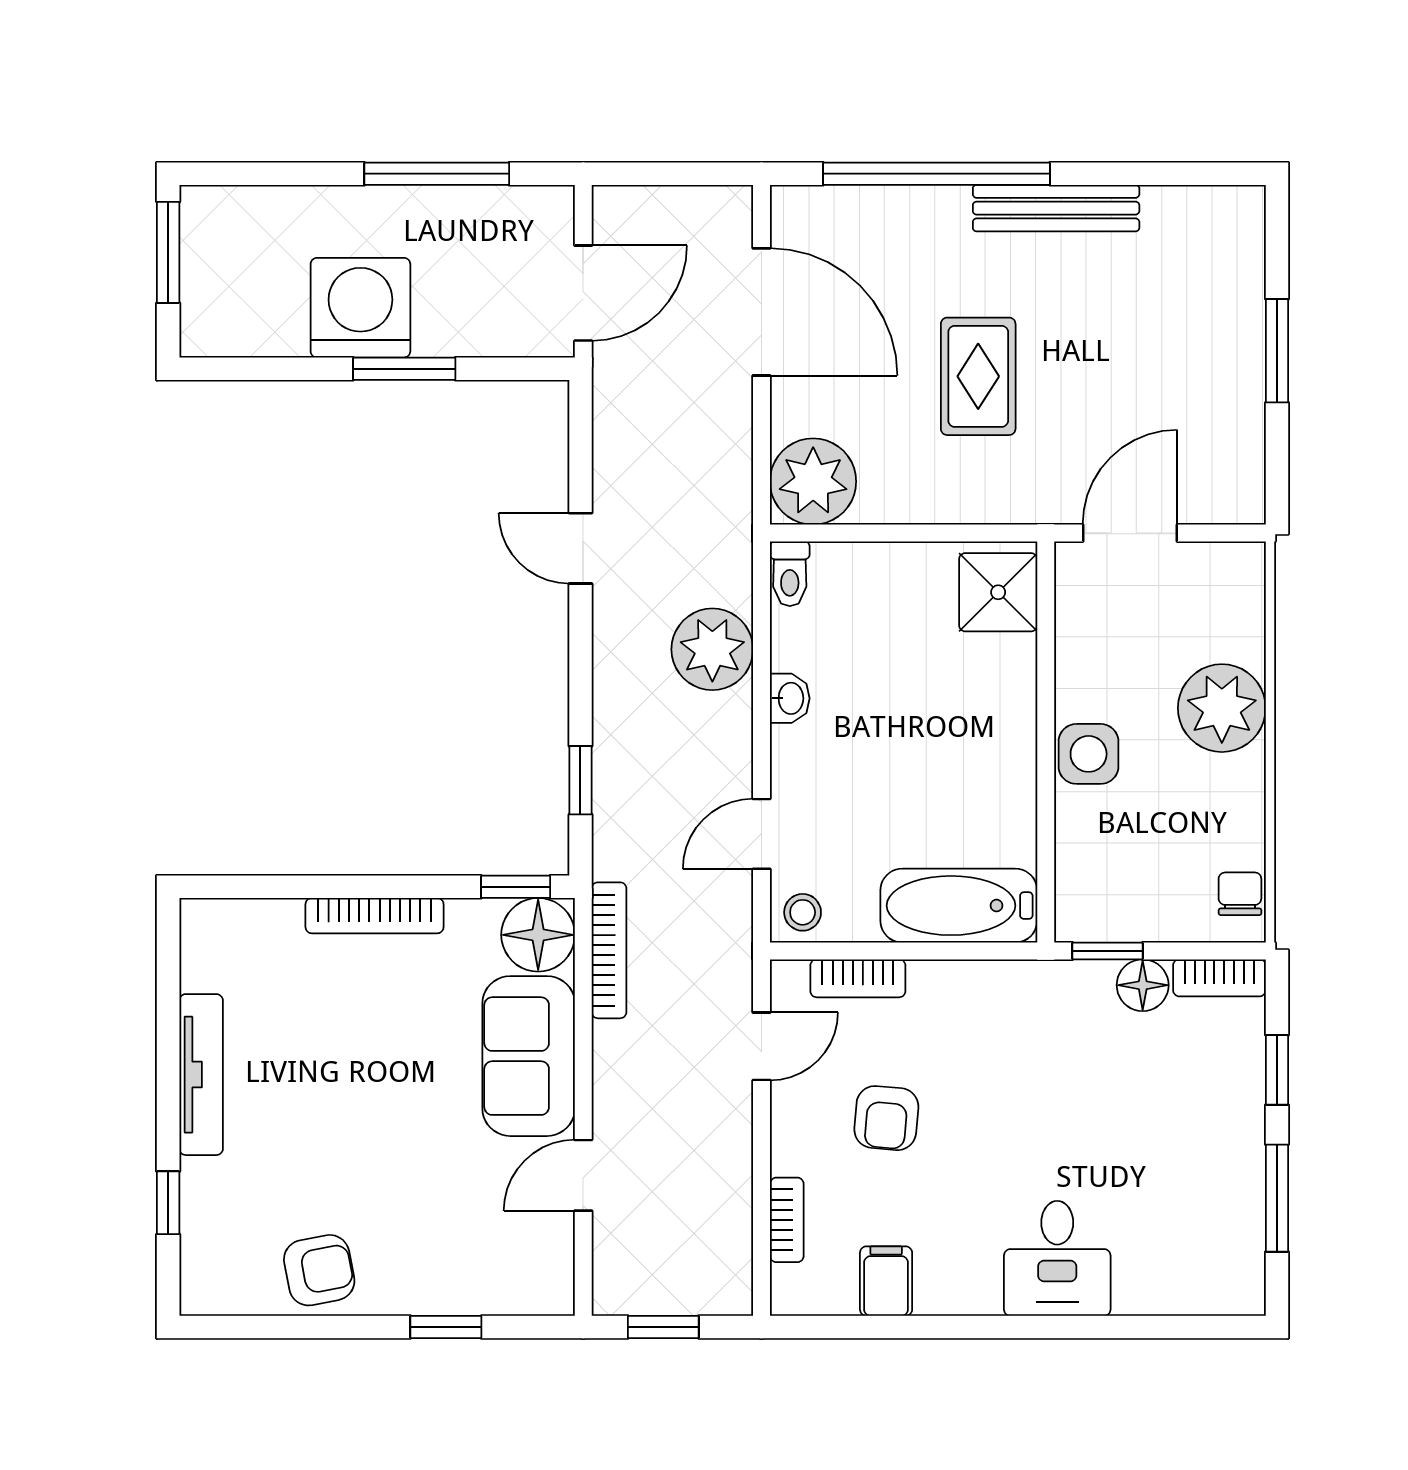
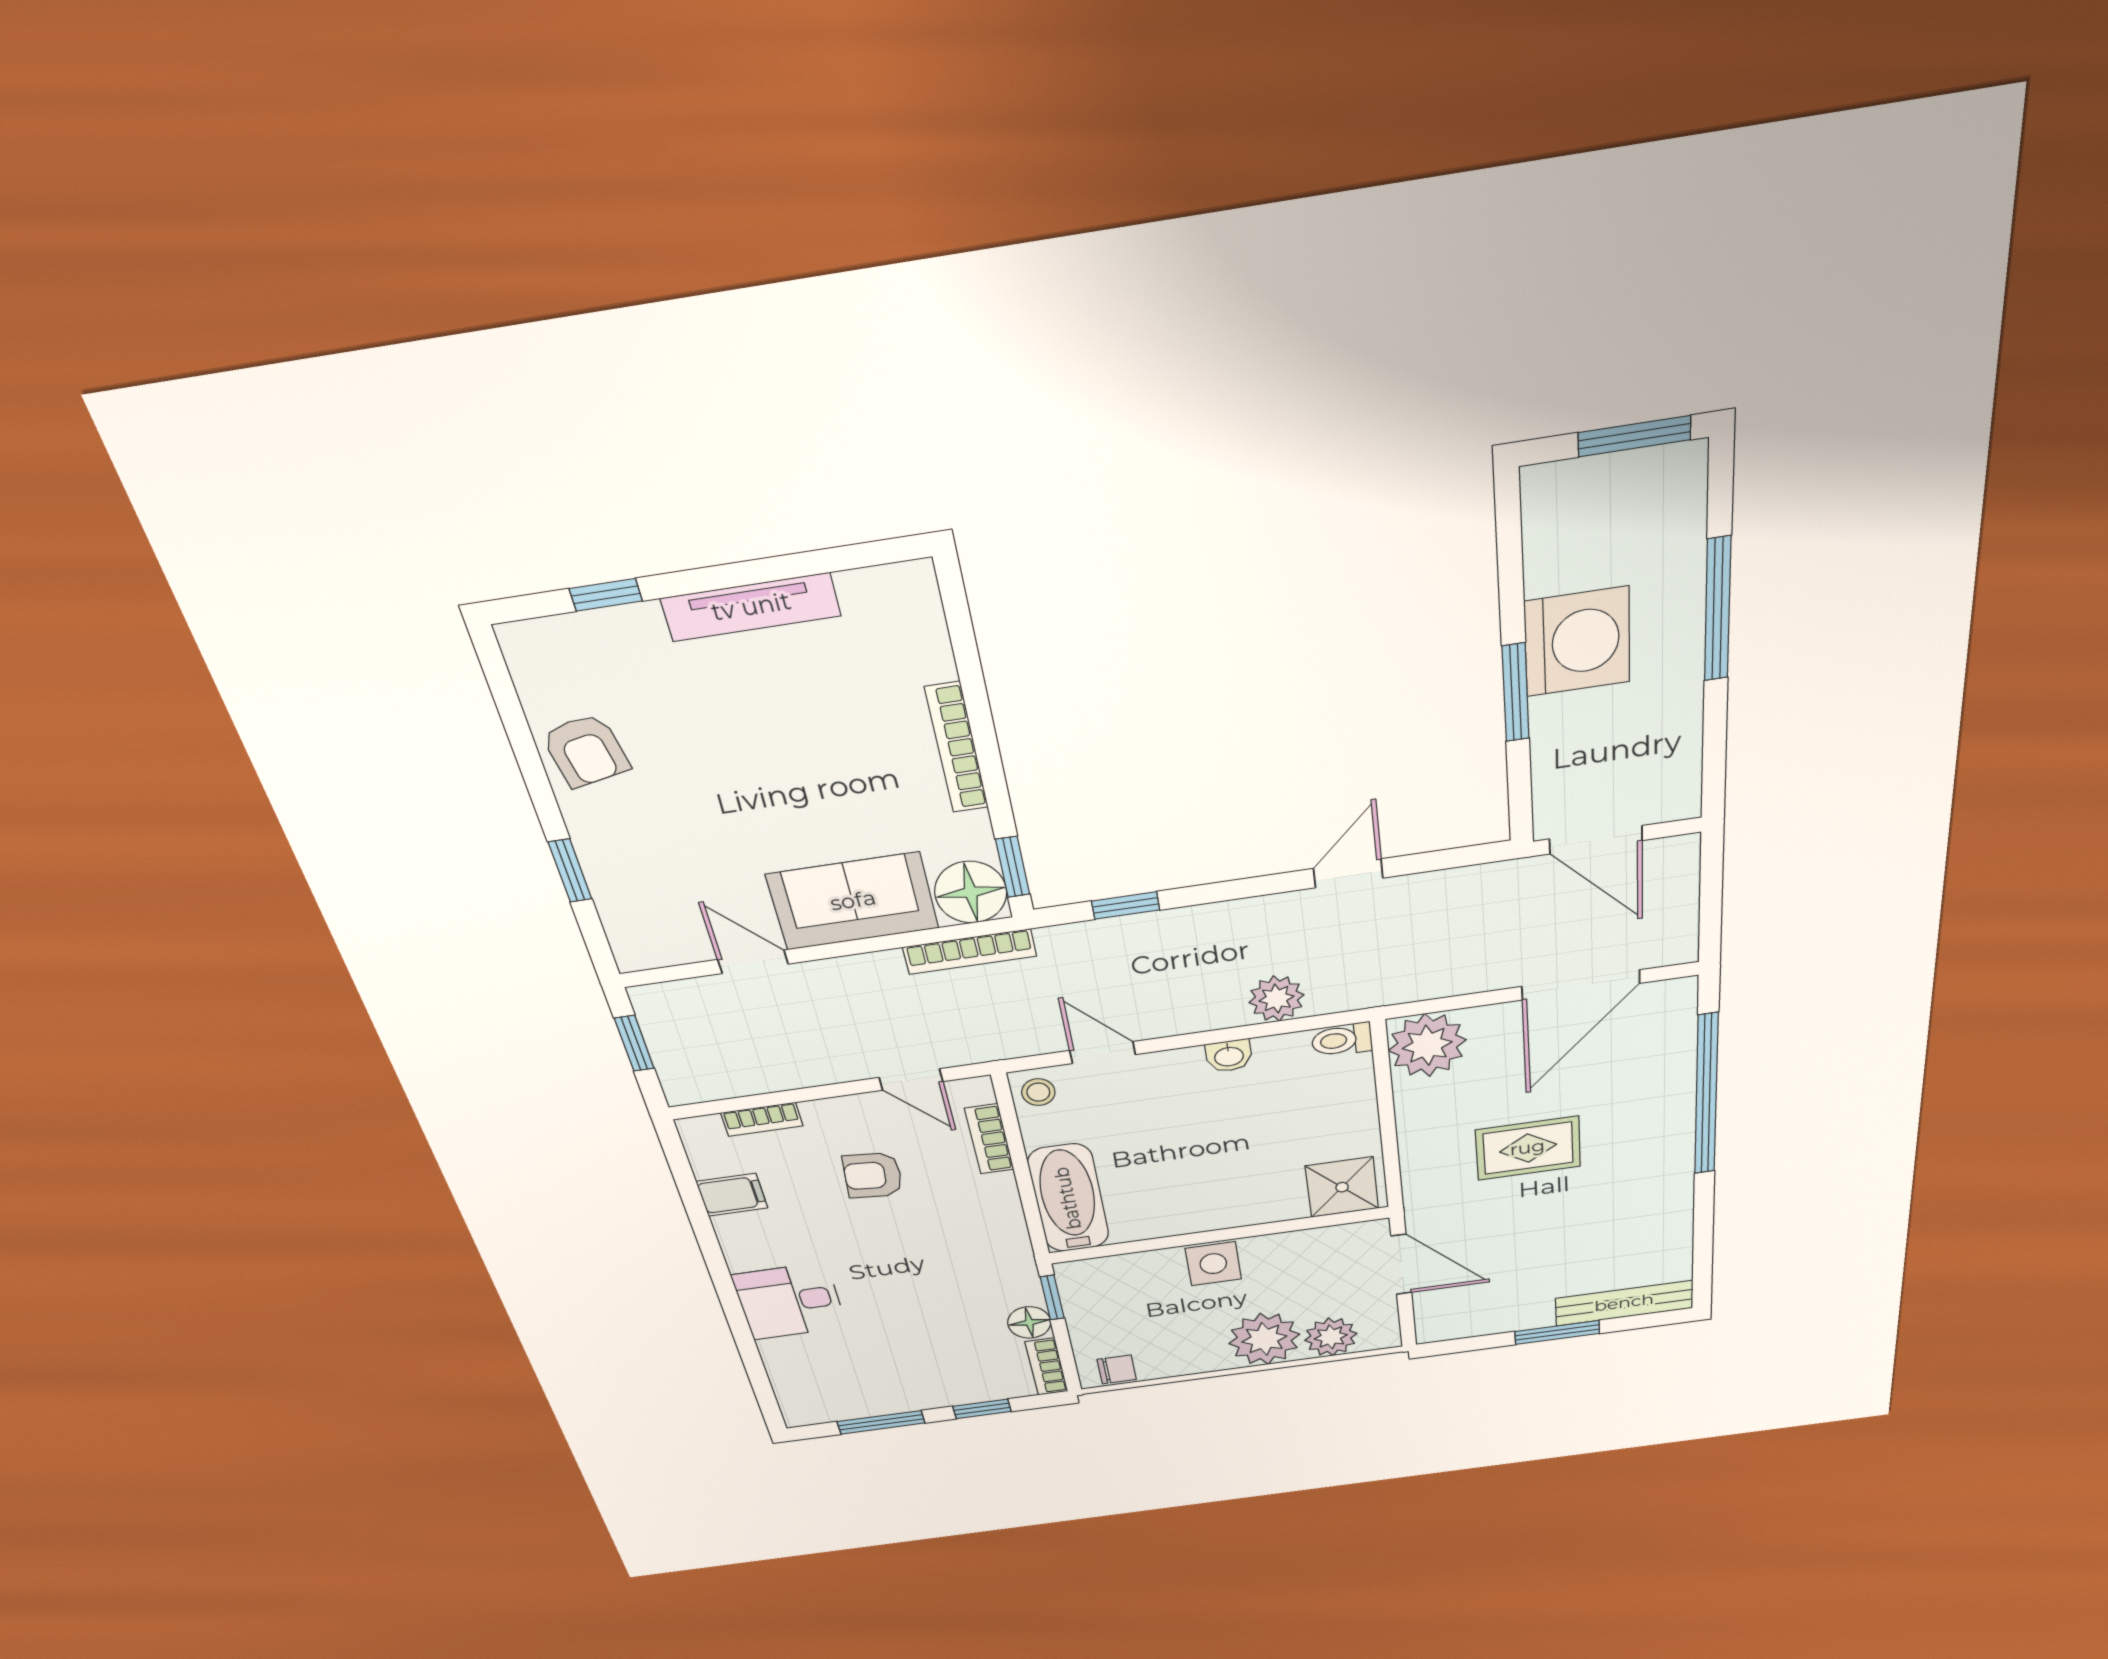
window: (437, 174) -> (1718, 609), moved
bench: (1056, 208) -> (1624, 1303), moved, turned 90
plant: (1233, 627) -> (1331, 1337), added
plant: (712, 649) -> (1276, 999), width x0.73, depth x0.73

